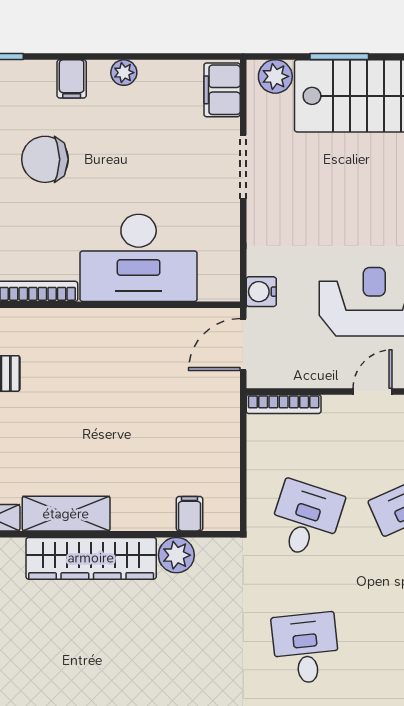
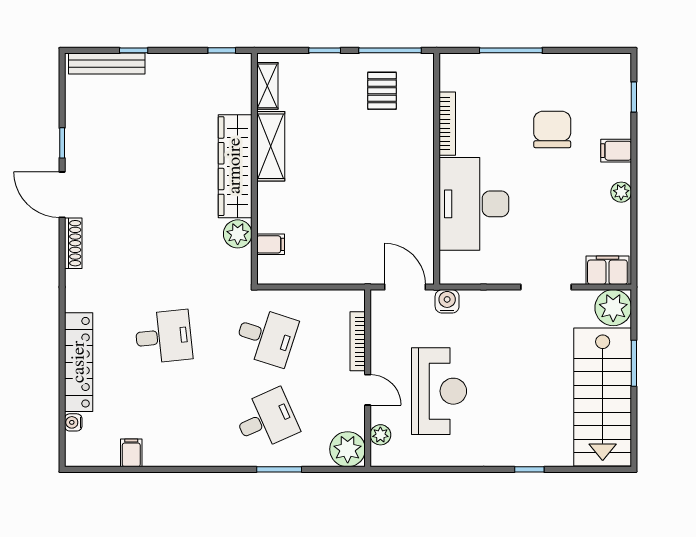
plant: (275, 76) -> (613, 308), width x1.36, depth x1.36
bookcase: (284, 404) -> (358, 341), moved

